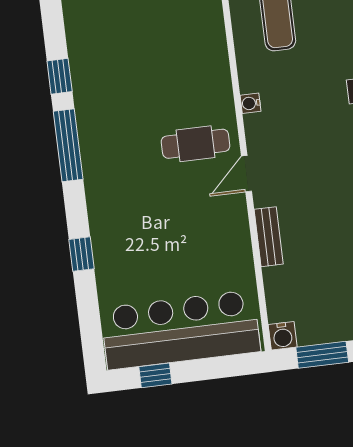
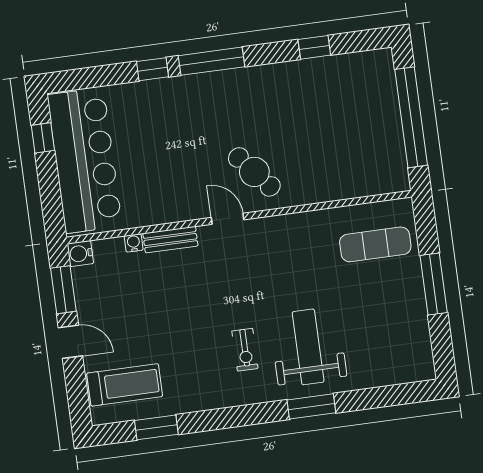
water cooler: (250, 103) -> (134, 243), moved
cafe table: (196, 144) -> (254, 172), turned -40
window: (68, 145) -> (212, 61), moved

